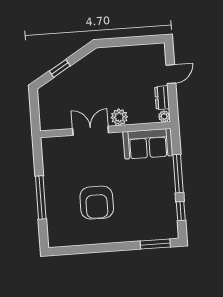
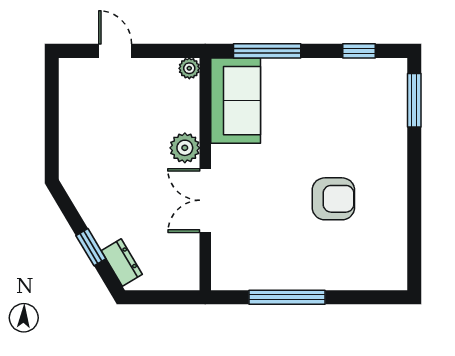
dresser: (162, 98) -> (122, 262), moved, turned -121
window: (178, 174) -> (267, 51), moved
window: (41, 198) -> (287, 297), moved
armchair: (97, 203) -> (333, 199), width x0.73, depth x0.73

